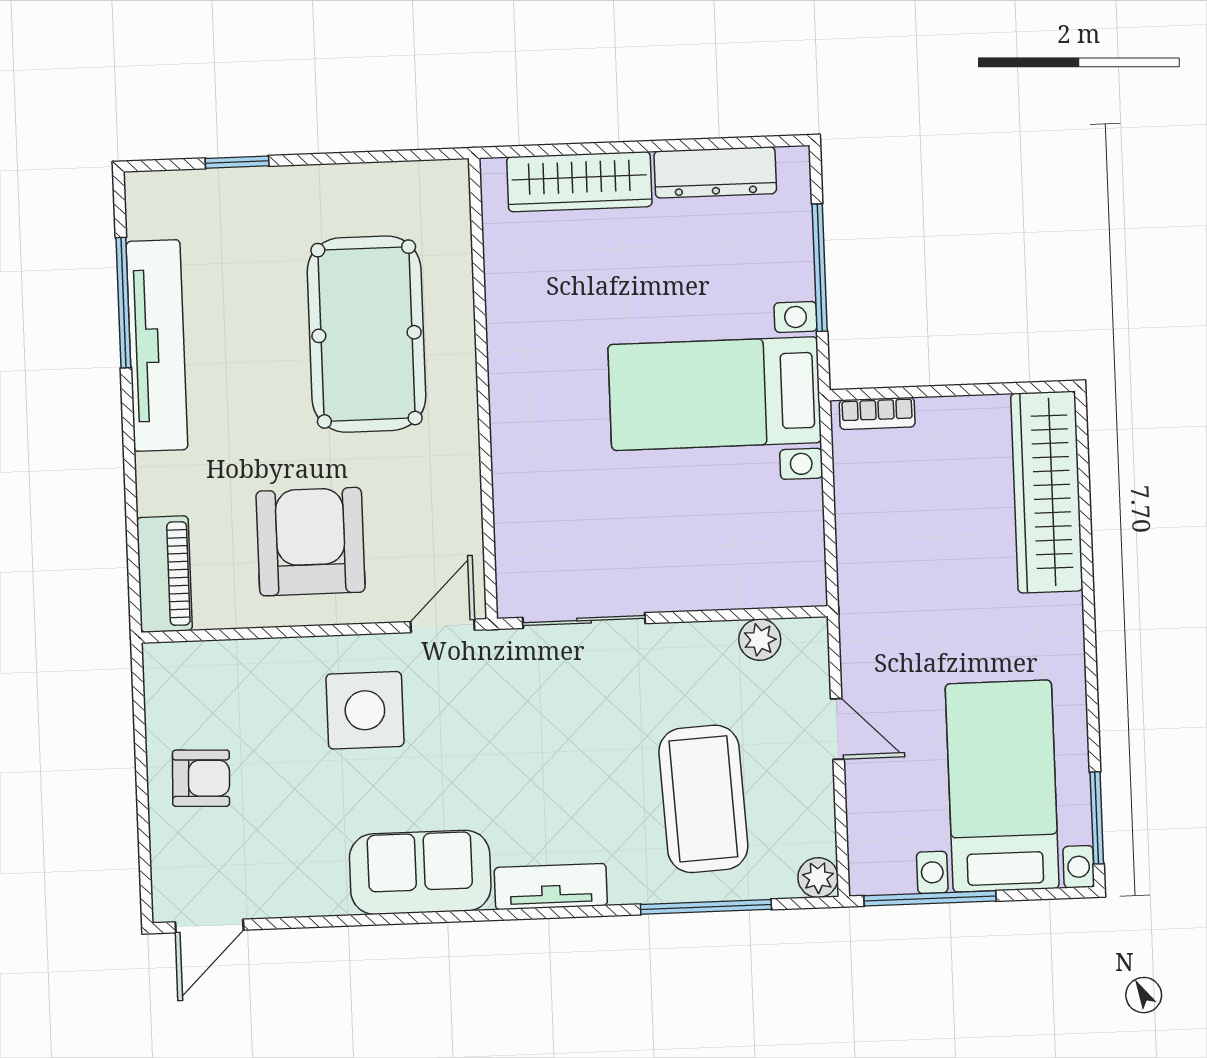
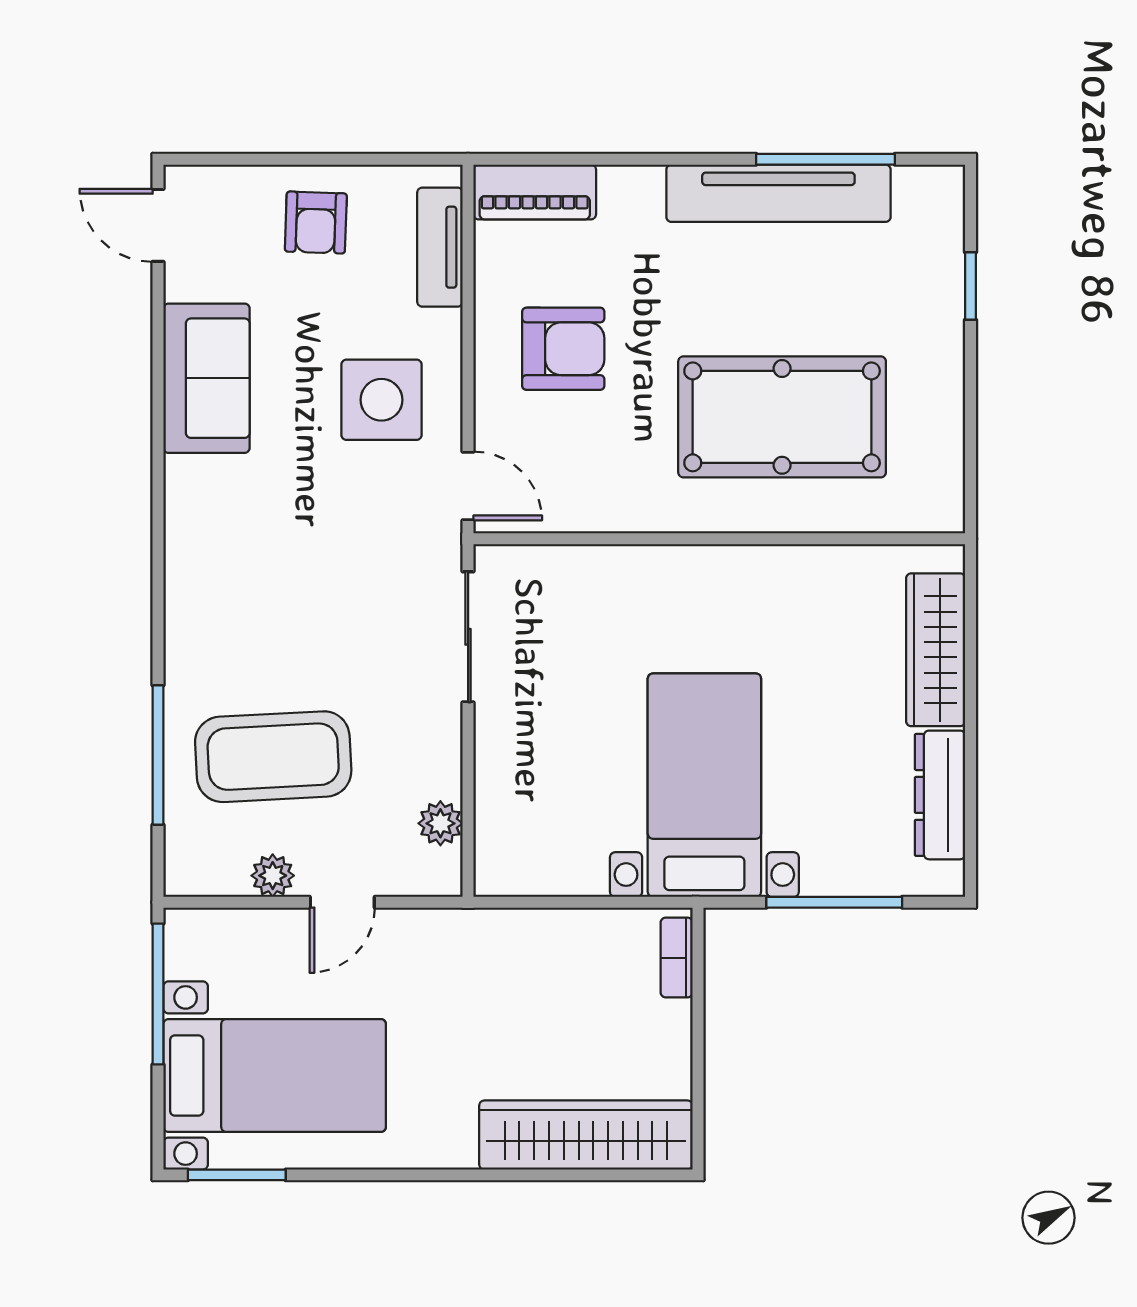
armchair: (311, 542) -> (563, 349), width x0.73, depth x0.73
sofa: (420, 872) -> (207, 378), moved
plant: (818, 878) -> (273, 876), moved
tv unit: (551, 887) -> (440, 247), moved, turned 180

